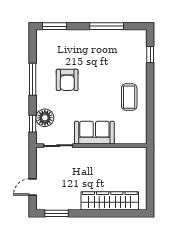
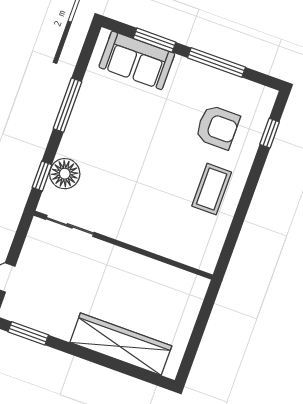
window: (54, 26) -> (155, 40), moved
armchair: (67, 80) -> (217, 127), moved, turned -90
sofa: (94, 133) -> (137, 60), moved, turned 180

